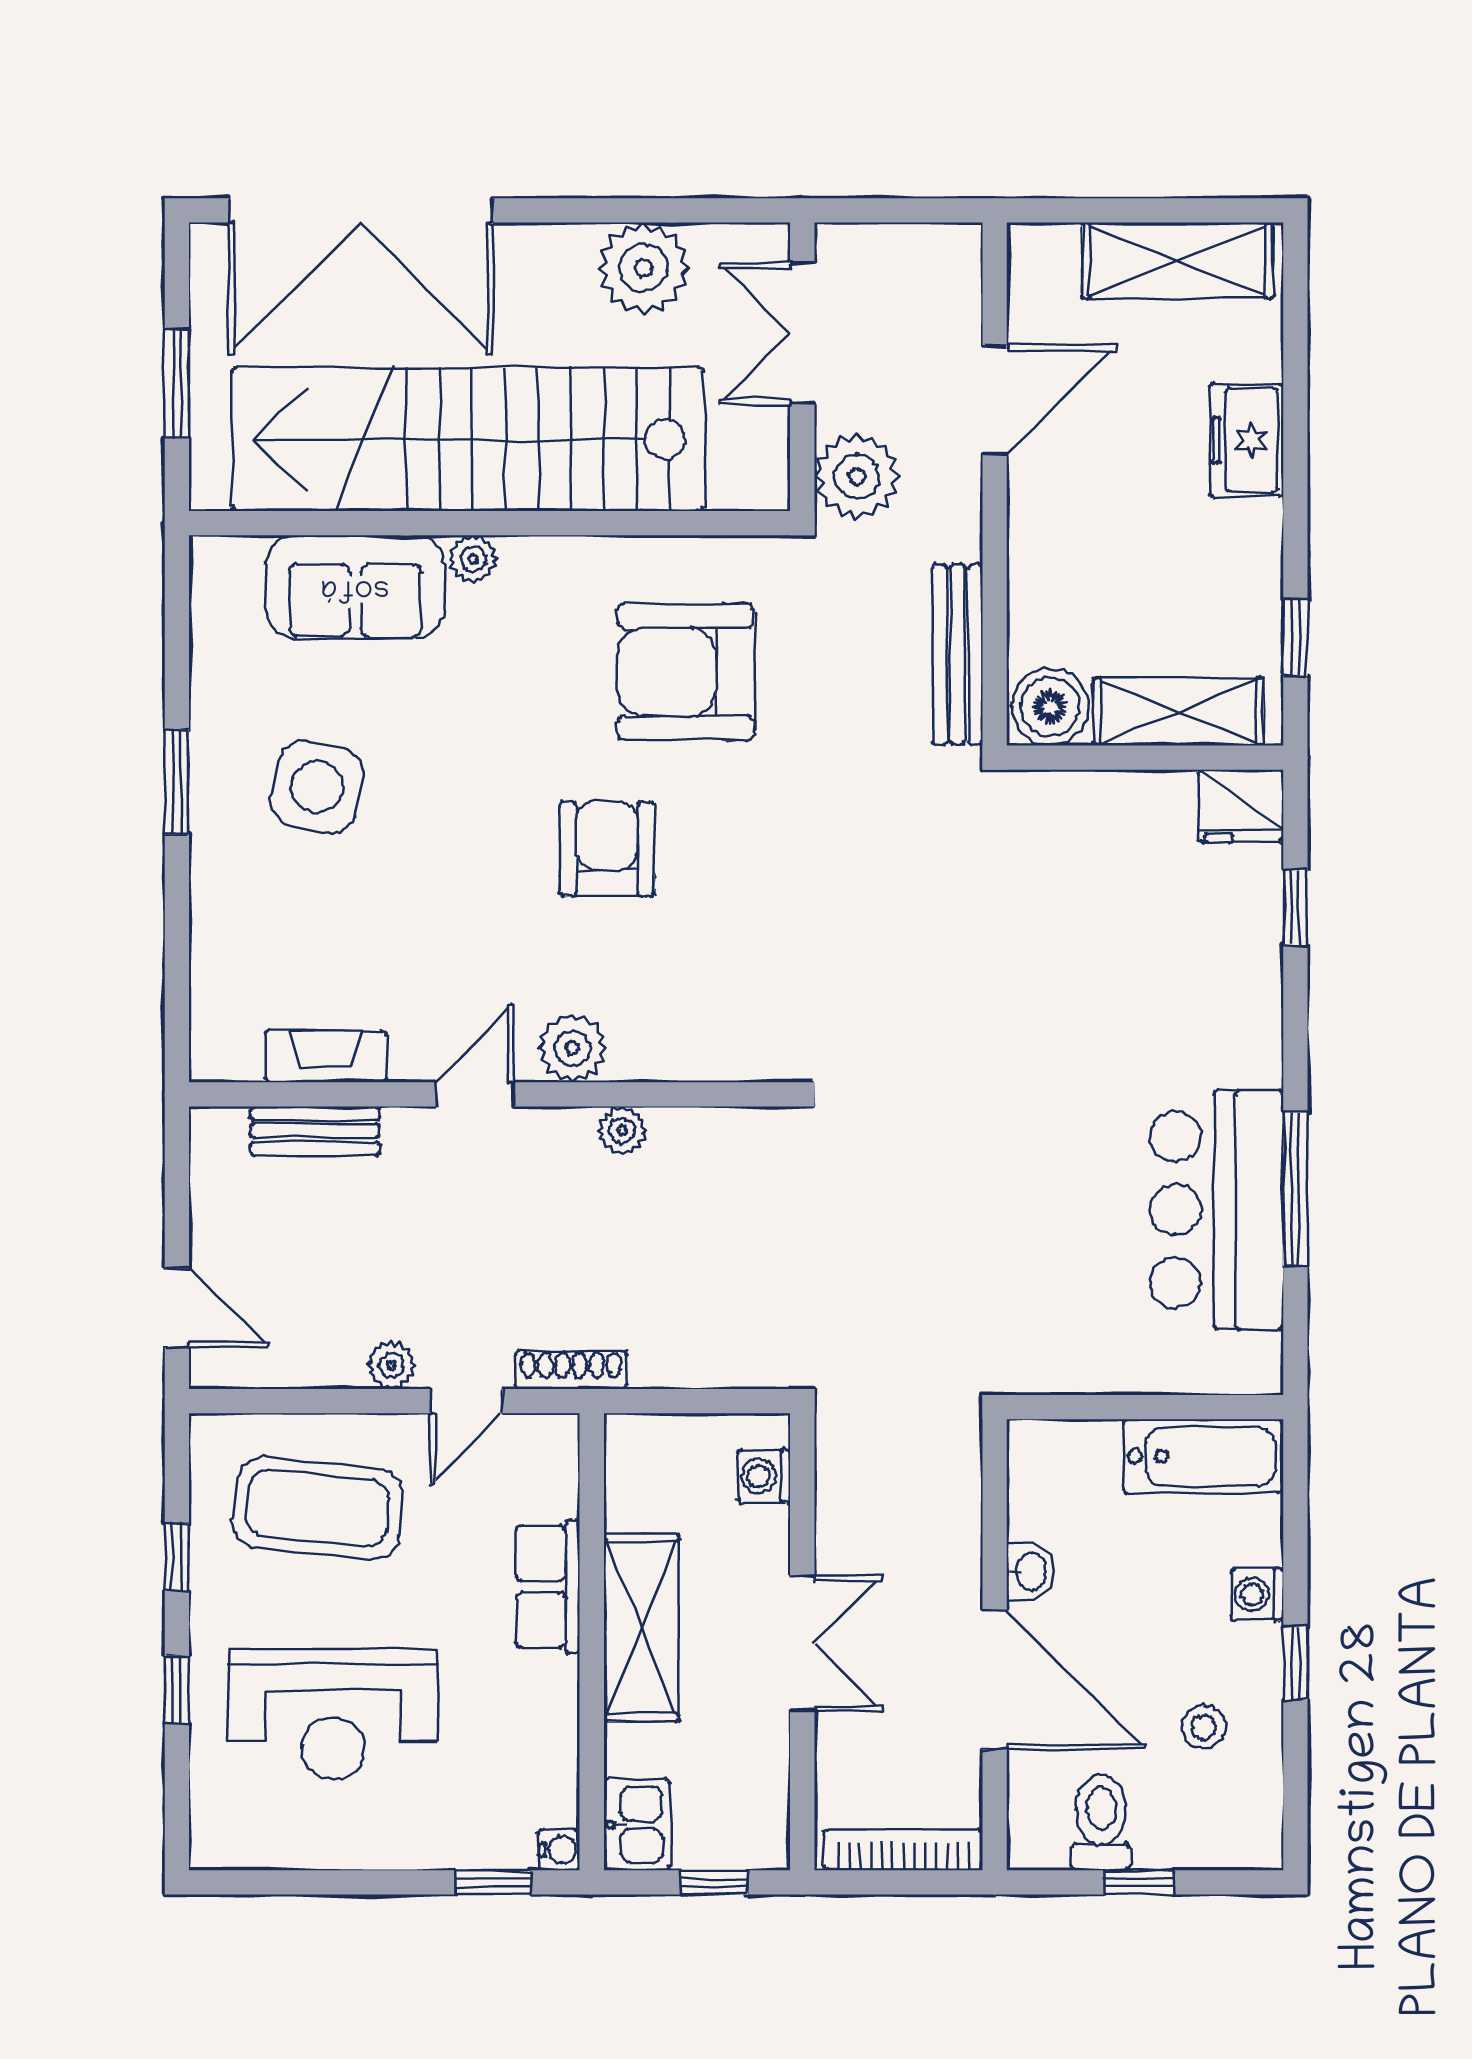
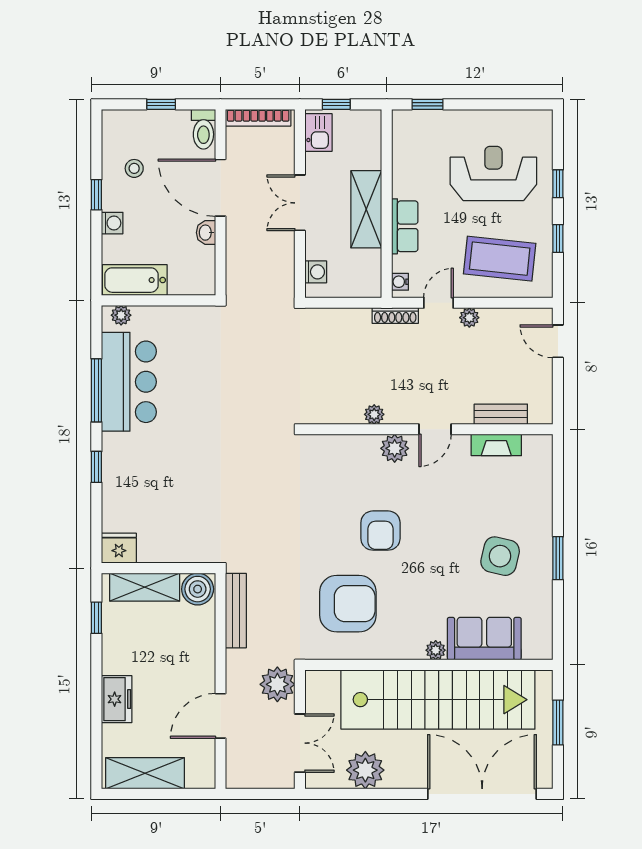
window: (1295, 907) -> (96, 467), moved
plant: (1236, 1371) -> (121, 315), added
toilet: (1101, 1822) -> (203, 129), moved
kitchen sink: (637, 1825) -> (318, 133), moved, turned 180
water cooler: (559, 1850) -> (400, 282), moved

